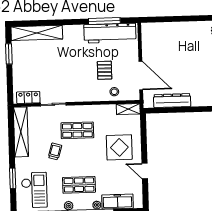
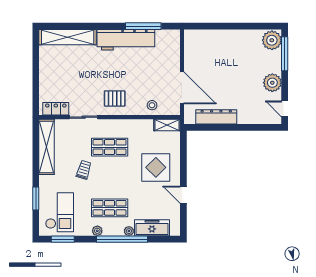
workbench: (110, 33) -> (126, 40), moved
window: (9, 54) -> (36, 60), removed
pallet: (105, 70) -> (115, 98), moved, turned 90

